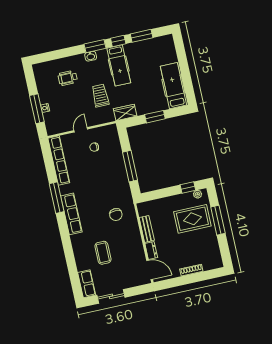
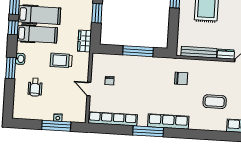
window: (95, 46) -> (11, 68), moved
hospital bed: (138, 62) -> (39, 15), added
bench: (147, 229) -> (199, 52), width x1.36

